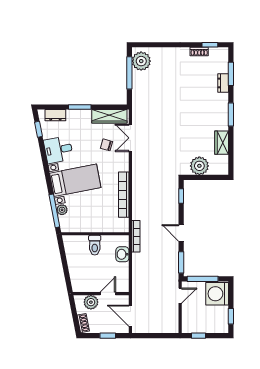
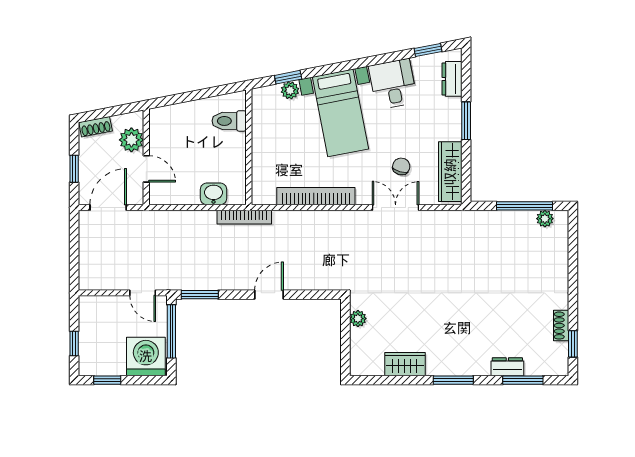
plant: (141, 61) -> (545, 219), width x0.53, depth x0.53
double door: (130, 138) -> (396, 208), moved
plant: (199, 166) -> (358, 319), width x0.53, depth x0.53
window: (181, 196) -> (313, 295), removed
window: (54, 211) -> (288, 77), width x0.46
door: (181, 233) -> (269, 295), moved
toilet: (95, 245) -> (229, 121), moved
window: (199, 336) -> (74, 344), moved

